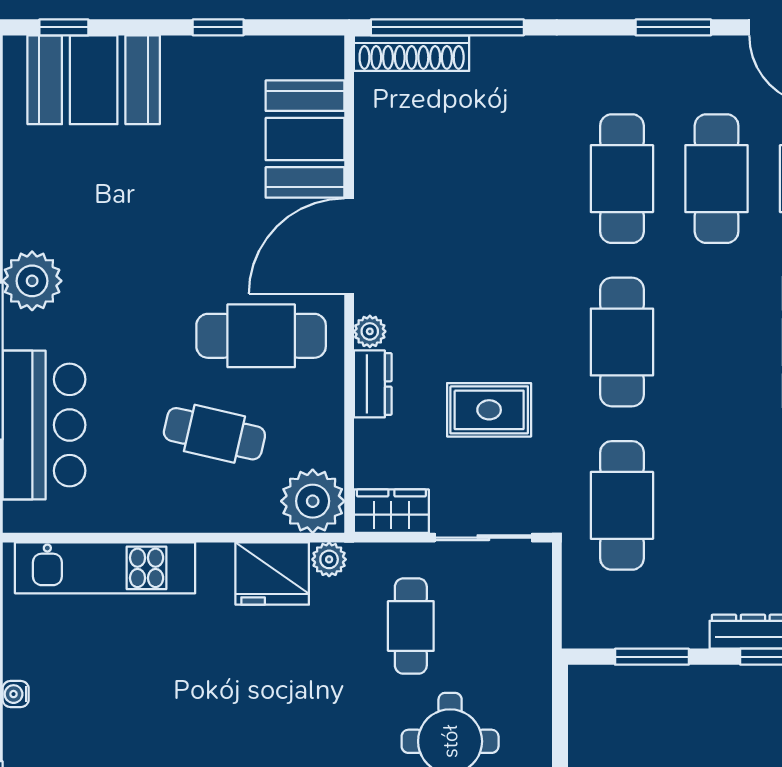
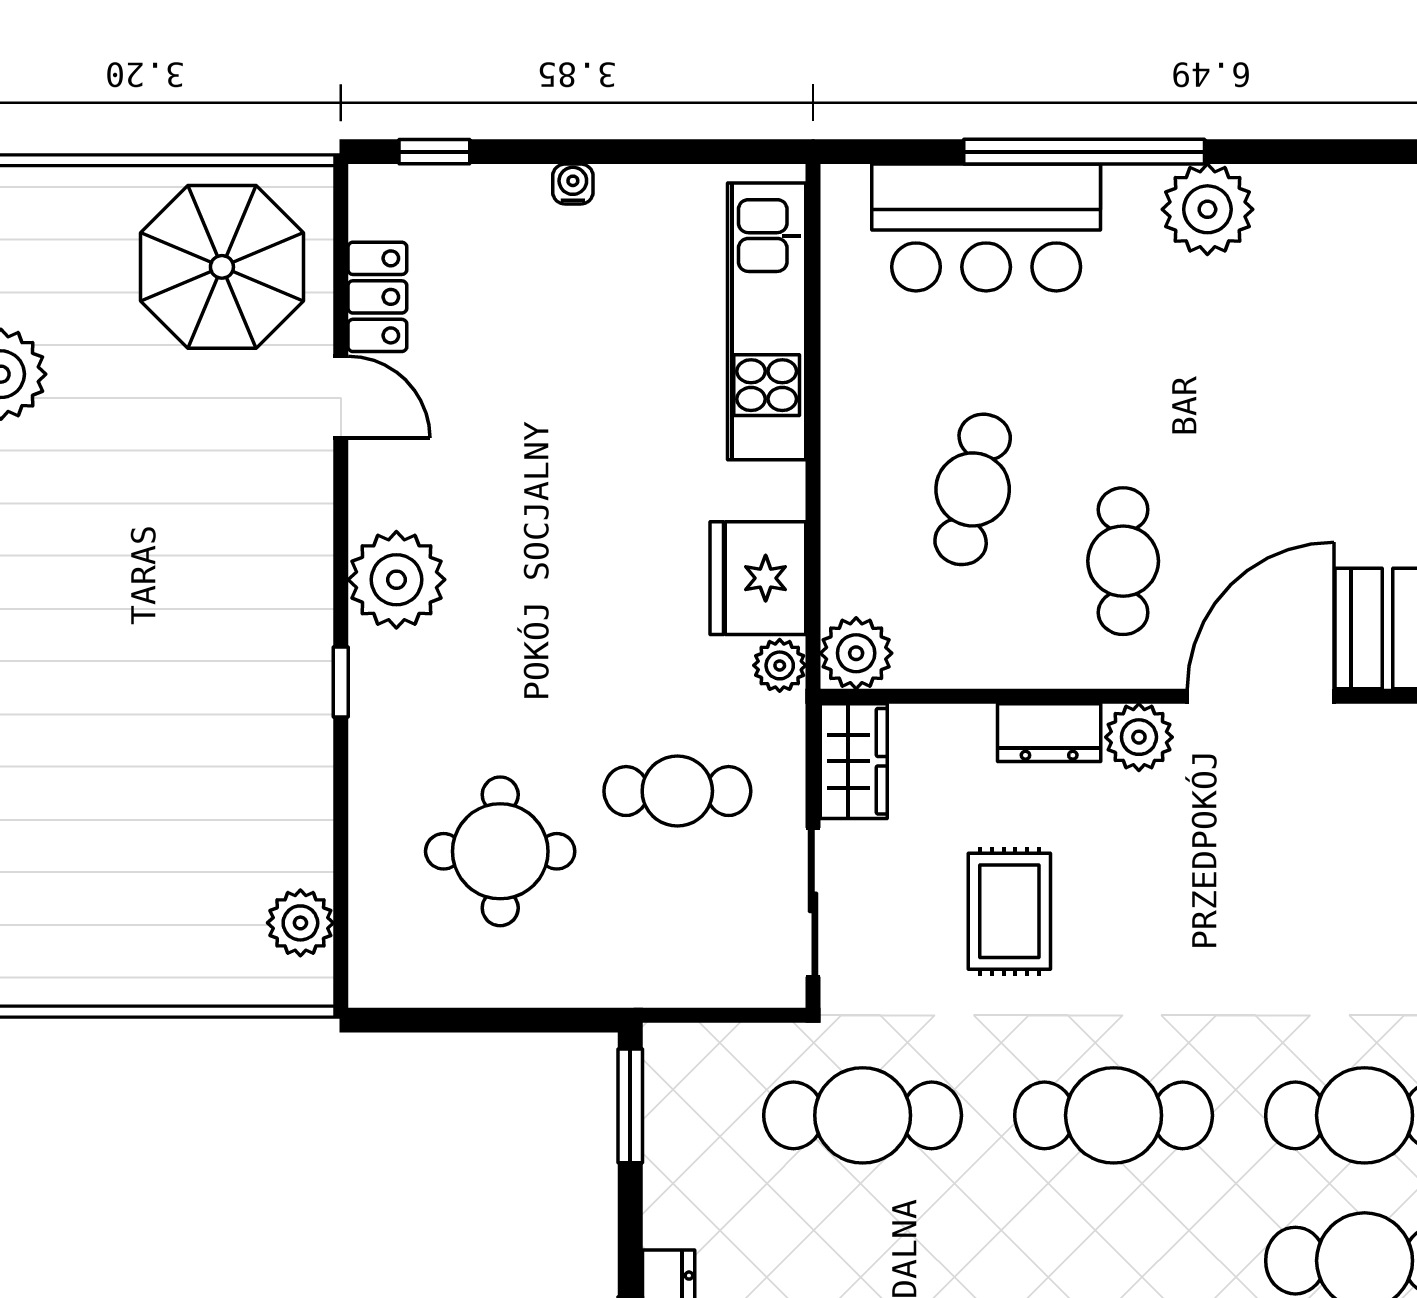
door: (349, 246) -> (1261, 696), hinge flipped
plant: (370, 331) -> (1139, 737), width x1.38, depth x1.38
cafe table: (261, 336) -> (1123, 561), width x0.73, depth x0.74
plant: (313, 501) -> (856, 653), width x0.73, depth x0.73
window: (652, 657) -> (630, 1106), moved

